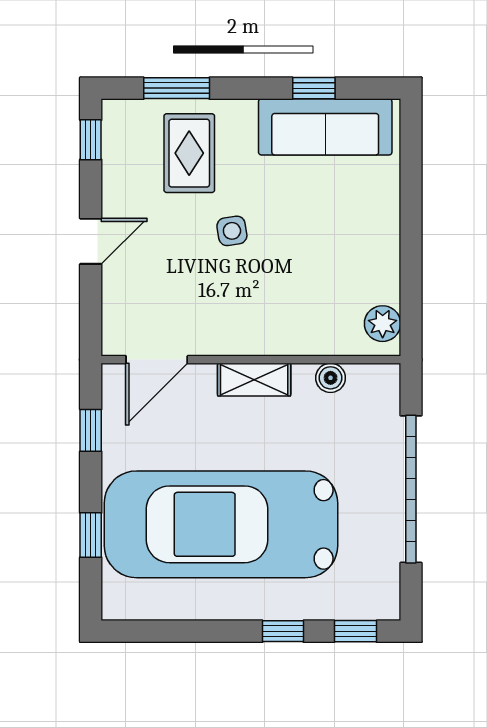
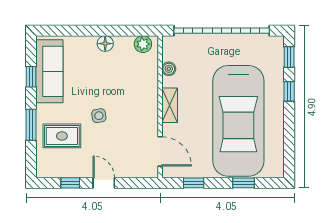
window: (177, 88) -> (31, 125), moved
window: (91, 140) -> (70, 183), moved
floor lamp: (384, 244) -> (105, 44), added
garage door: (411, 489) -> (222, 31), width x1.36

